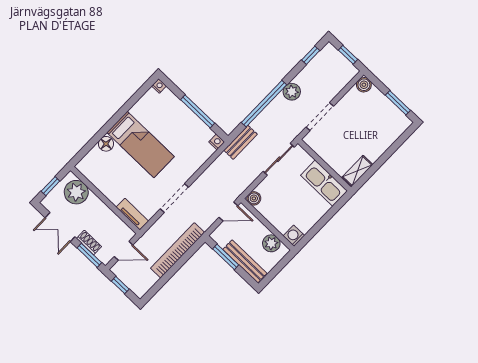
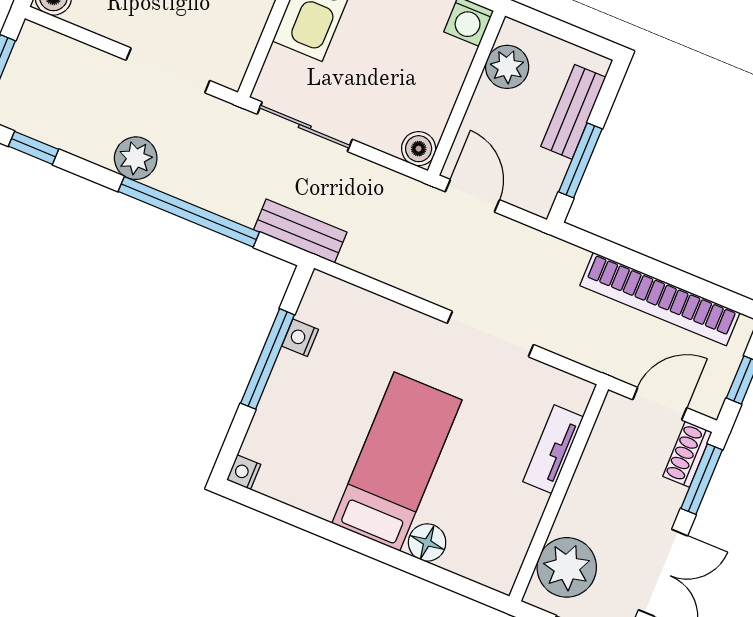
nightstand: (217, 142) -> (300, 338), moved
tv unit: (132, 214) -> (553, 449), moved
shoe rack: (89, 242) -> (688, 454), moved
bookcase: (178, 250) -> (660, 299), moved
door: (124, 251) -> (660, 404), hinge flipped
bench: (245, 261) -> (573, 112), width x0.73

